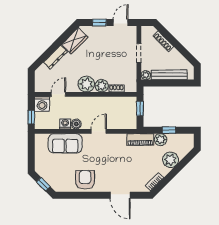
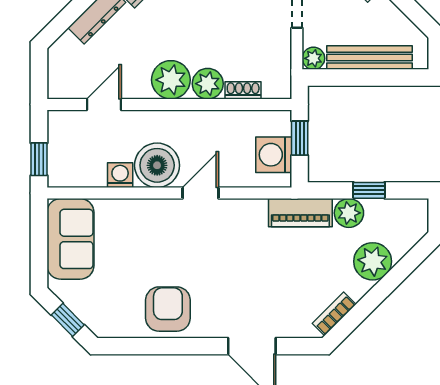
washing machine: (42, 104) -> (274, 155), moved, turned 90
boiler: (76, 124) -> (157, 165), width x1.86, depth x1.86
sofa: (65, 143) -> (70, 239), moved, turned -90

